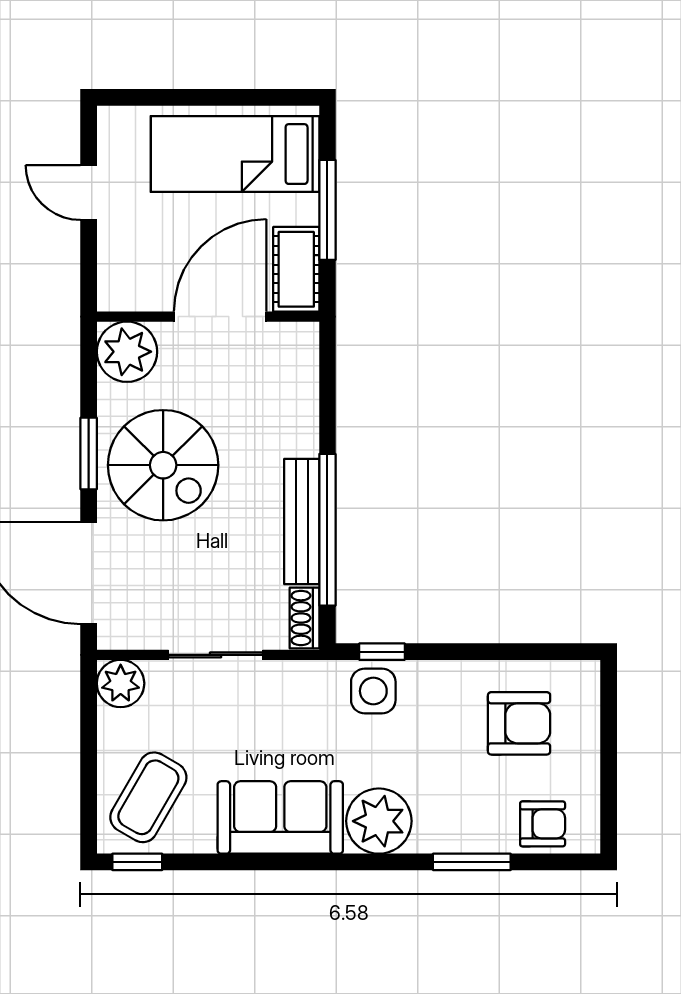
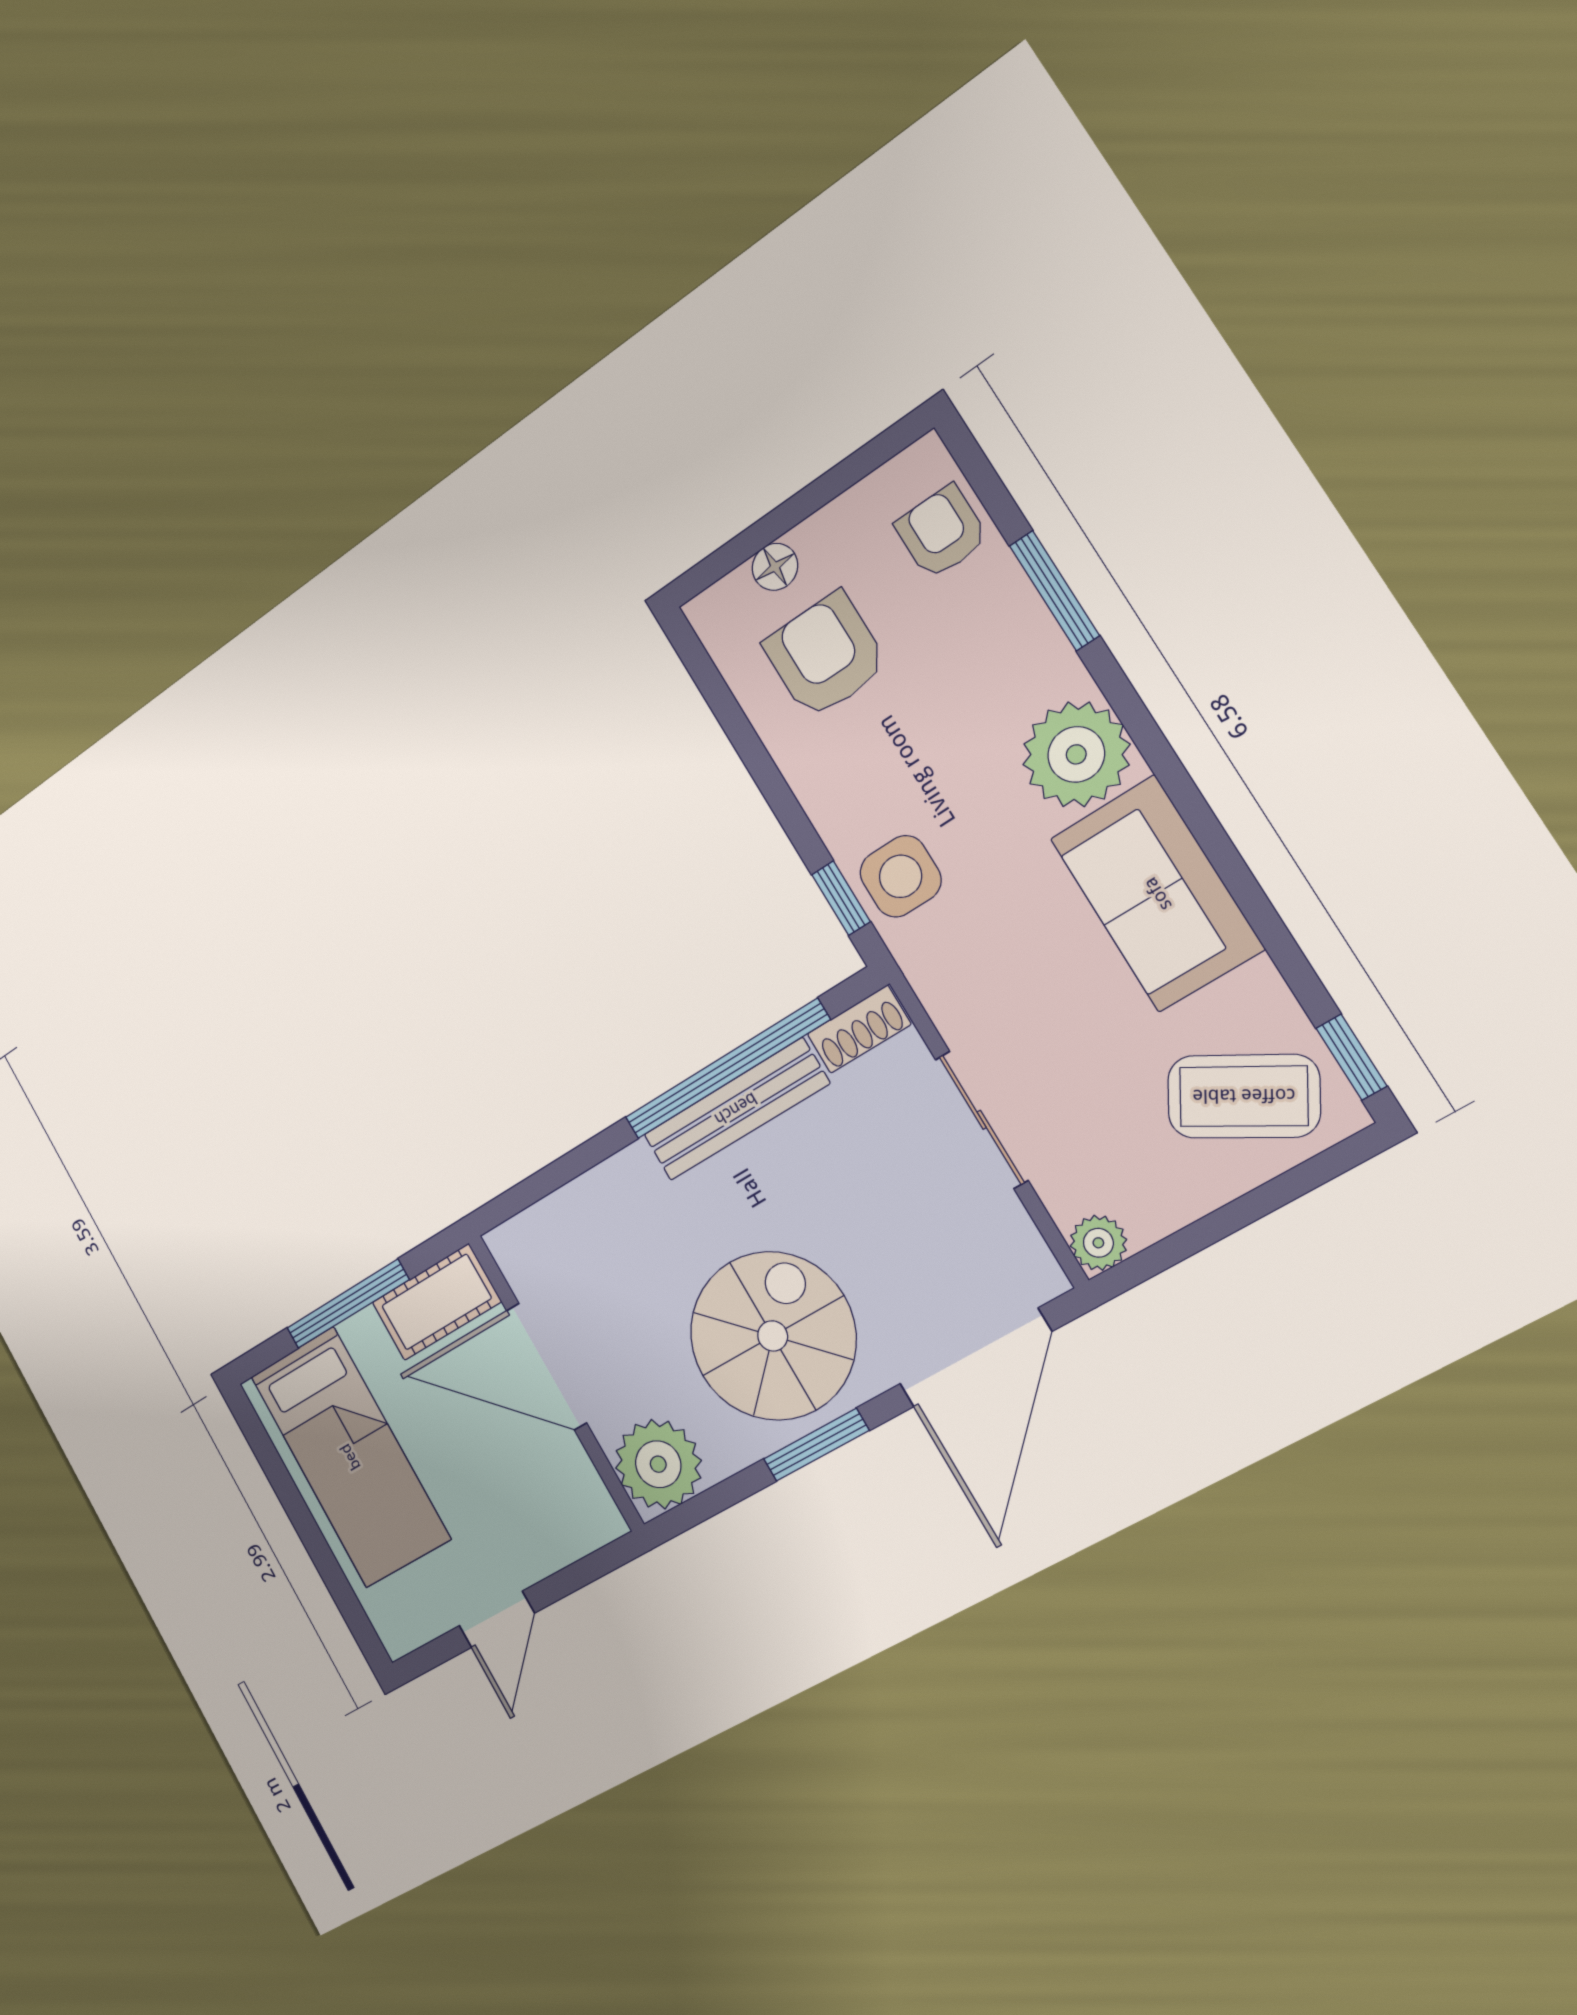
plant: (121, 683) -> (1098, 1243), width x0.73, depth x0.73
floor lamp: (586, 726) -> (775, 567), added

